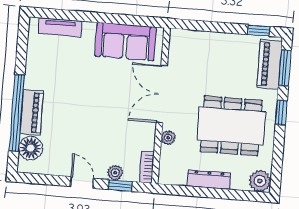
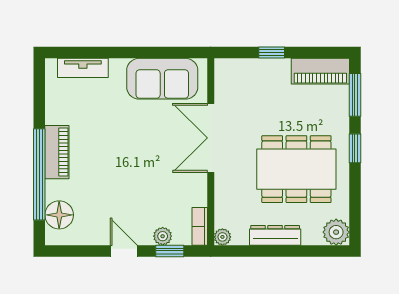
window: (259, 30) -> (272, 53), moved
piano: (270, 64) -> (320, 71), moved, turned -90
piano: (32, 112) -> (57, 152), moved
plant: (168, 138) -> (222, 237), moved

